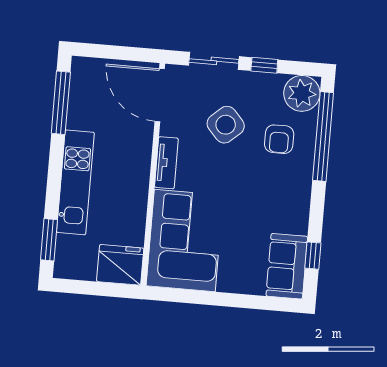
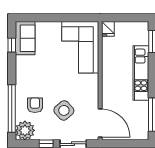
tv unit: (166, 163) -> (94, 88), removed
fridge: (120, 265) -> (108, 29), width x0.53, depth x0.75

